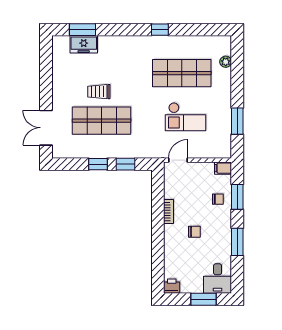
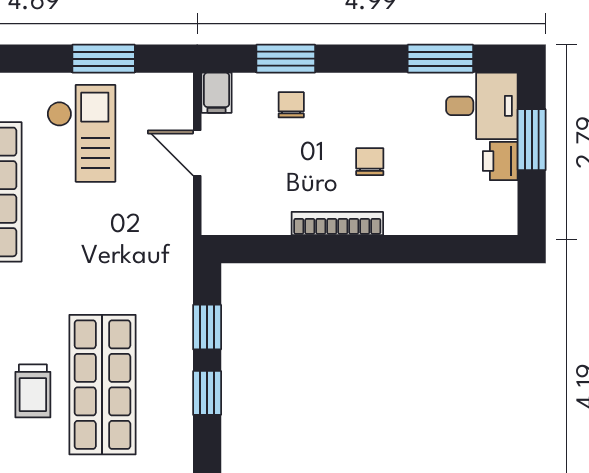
checkout: (186, 117) -> (81, 133), moved
door: (178, 160) -> (197, 153), moved
bookcase: (169, 211) -> (337, 224), width x1.56
window: (237, 242) -> (440, 59), moved
printer: (172, 286) -> (500, 161), moved

